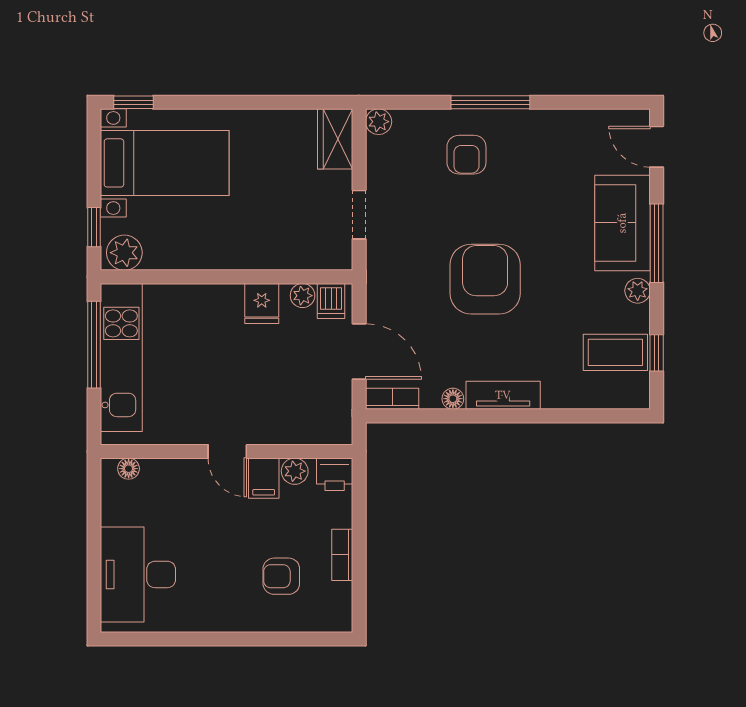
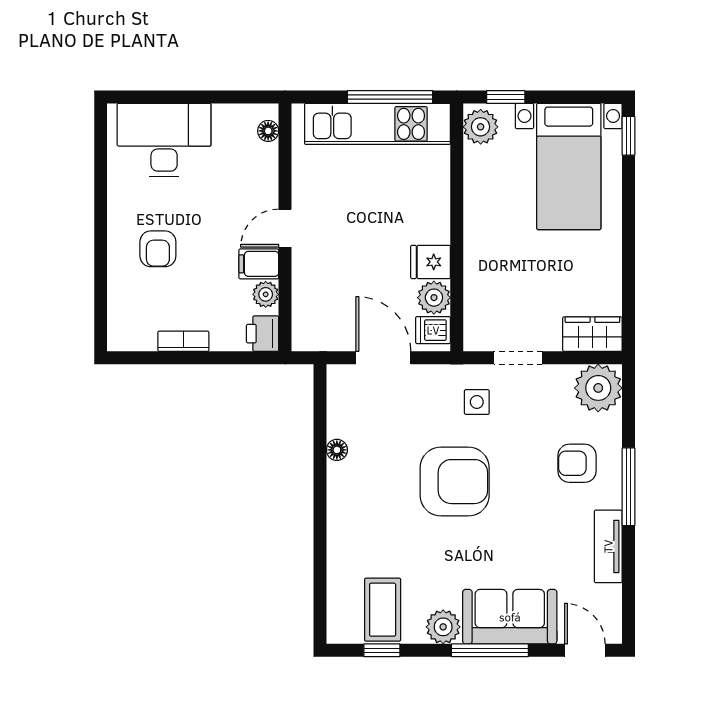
plant: (379, 122) -> (598, 388), width x1.88, depth x1.88
door: (657, 147) -> (585, 650), hinge flipped
side table: (404, 257) -> (477, 402), added
plant: (638, 291) -> (443, 627), width x1.38, depth x1.38
plant: (303, 296) -> (434, 298), width x1.38, depth x1.38
door: (359, 351) -> (383, 358), swing flipped
tv unit: (503, 395) -> (608, 546), moved, turned 180
bookcase: (392, 399) -> (337, 390), removed
armchair: (281, 576) -> (158, 249), moved, turned 180

